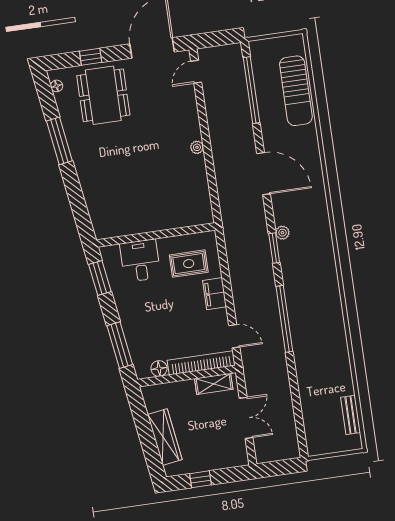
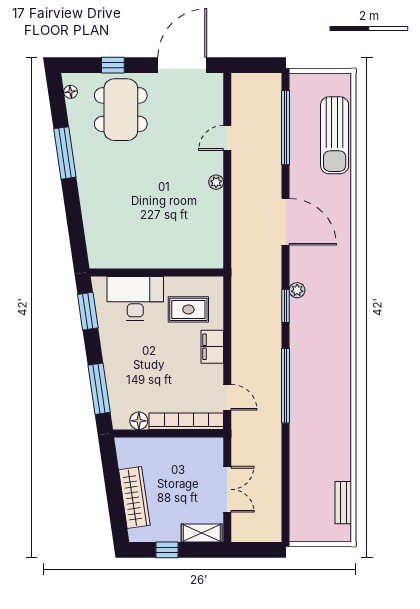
door: (196, 72) -> (227, 138), moved
desk: (140, 261) -> (135, 298), width x1.37
shelving: (214, 384) -> (202, 533), moved

